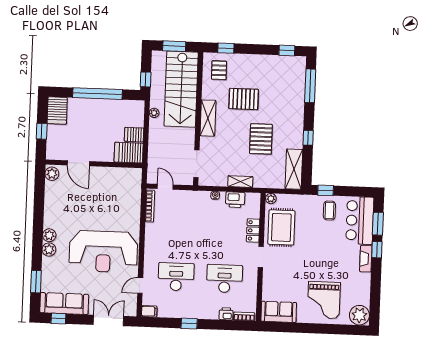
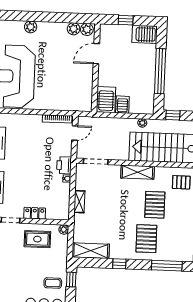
pallet: (261, 139) -> (146, 239), moved, turned 90
printer: (235, 200) -> (64, 165), moved
rug: (281, 227) -> (37, 239), width x0.73, depth x0.70
plant: (49, 250) -> (74, 29), moved

